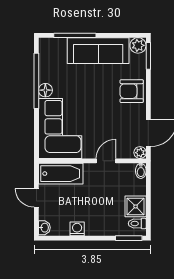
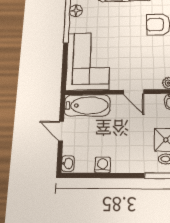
floor lamp: (45, 90) -> (76, 11), moved
door: (106, 161) -> (134, 92), swing flipped

